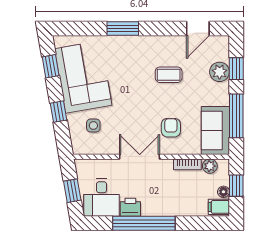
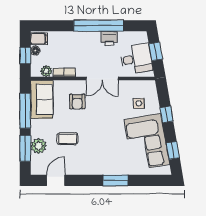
window: (236, 69) -> (25, 149), width x1.50
coffee table: (169, 75) -> (67, 139), moved
desk: (102, 197) -> (136, 59), moved, turned 80

